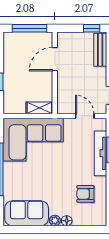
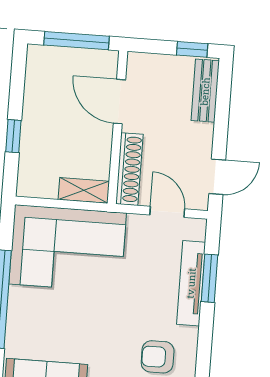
door: (55, 59) -> (119, 102), hinge flipped
shoe rack: (63, 95) -> (129, 169), added

